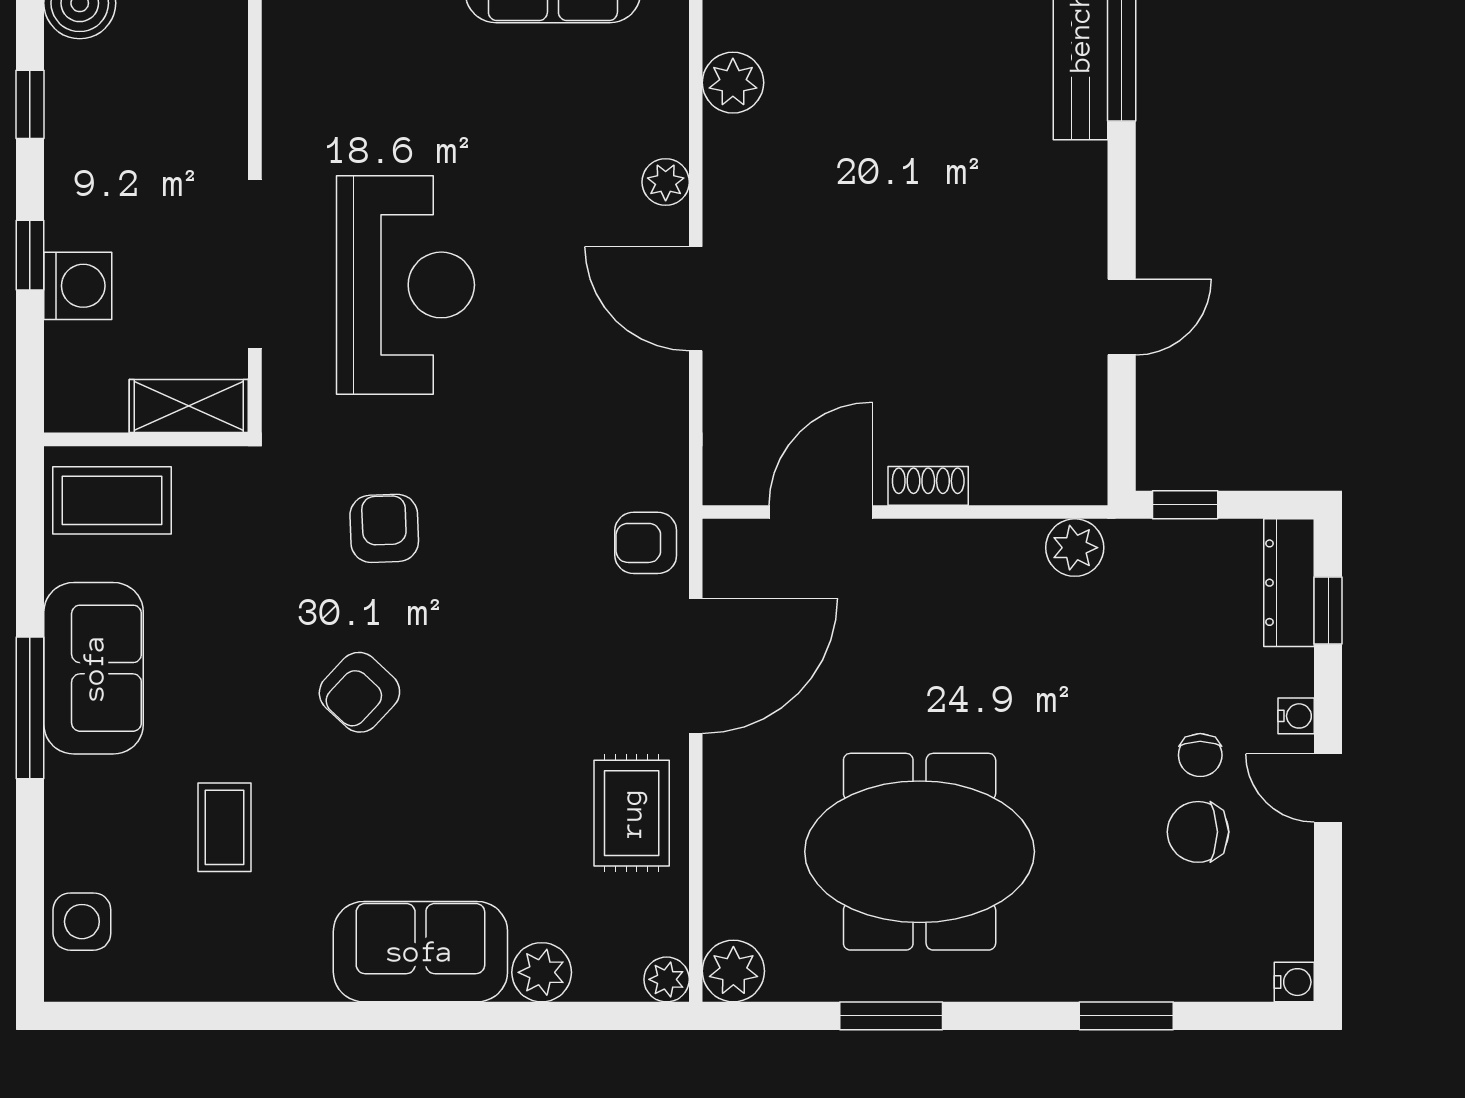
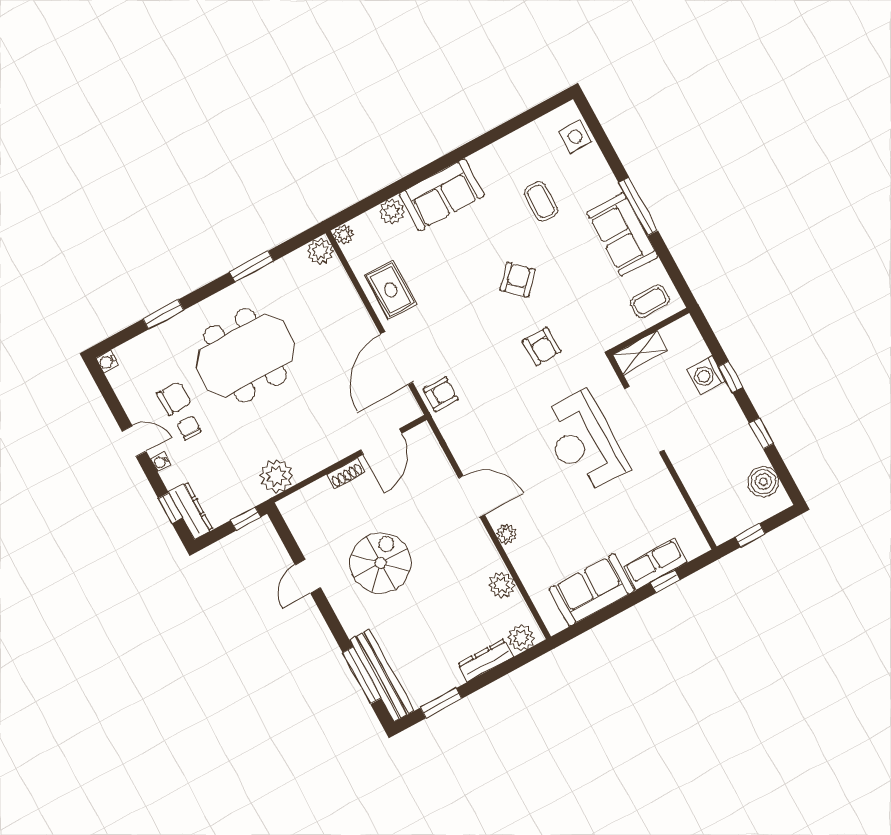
spiral stairs: (957, 263) -> (381, 563), added
coffee table: (112, 500) -> (650, 301), width x0.73, depth x0.77
plant: (1075, 548) -> (276, 476), width x1.36, depth x1.36
meeting table: (920, 852) -> (245, 355), moved

